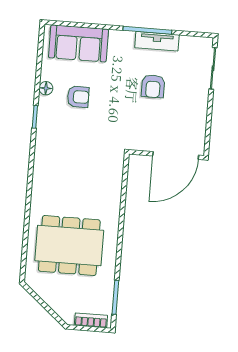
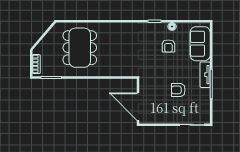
tv unit: (157, 41) -> (205, 75), moved

